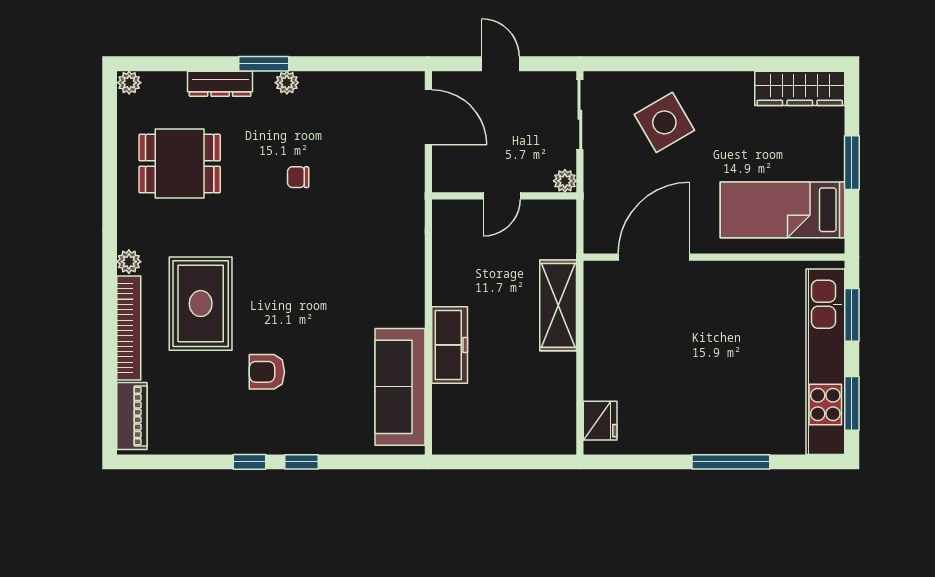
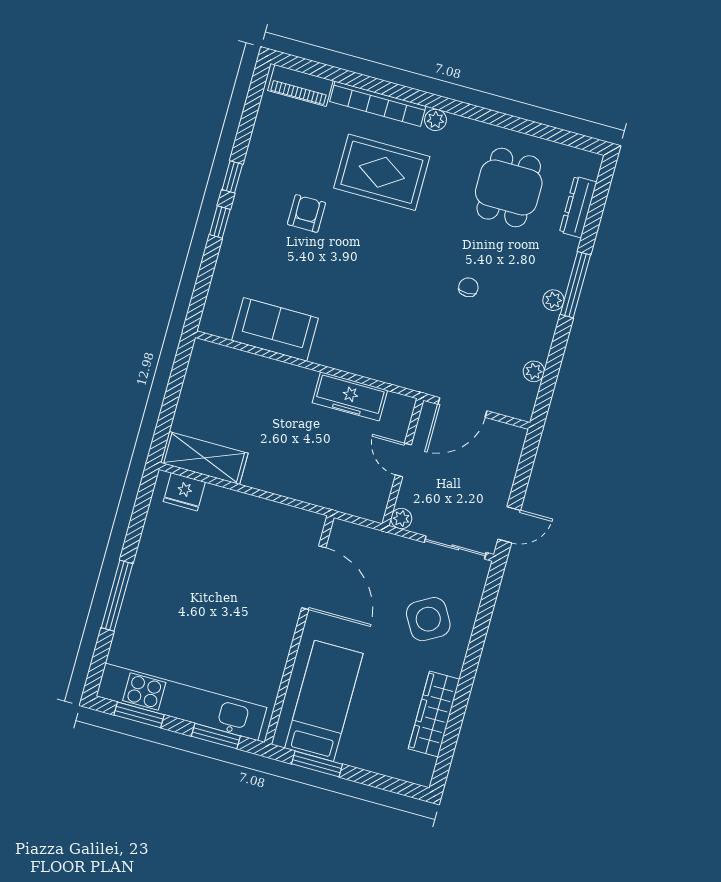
window: (264, 64) -> (575, 285), width x1.44
door: (500, 64) -> (509, 525), moved
plant: (129, 83) -> (534, 371), moved
dresser: (220, 84) -> (578, 207), moved
wardrobe: (800, 88) -> (434, 714), moved
door: (428, 117) -> (462, 407), moved
window: (852, 163) -> (317, 764), moved
shelving: (558, 305) -> (204, 458), moved
freezer: (450, 345) -> (350, 396), moved
sofa: (400, 387) -> (275, 329), width x0.73

